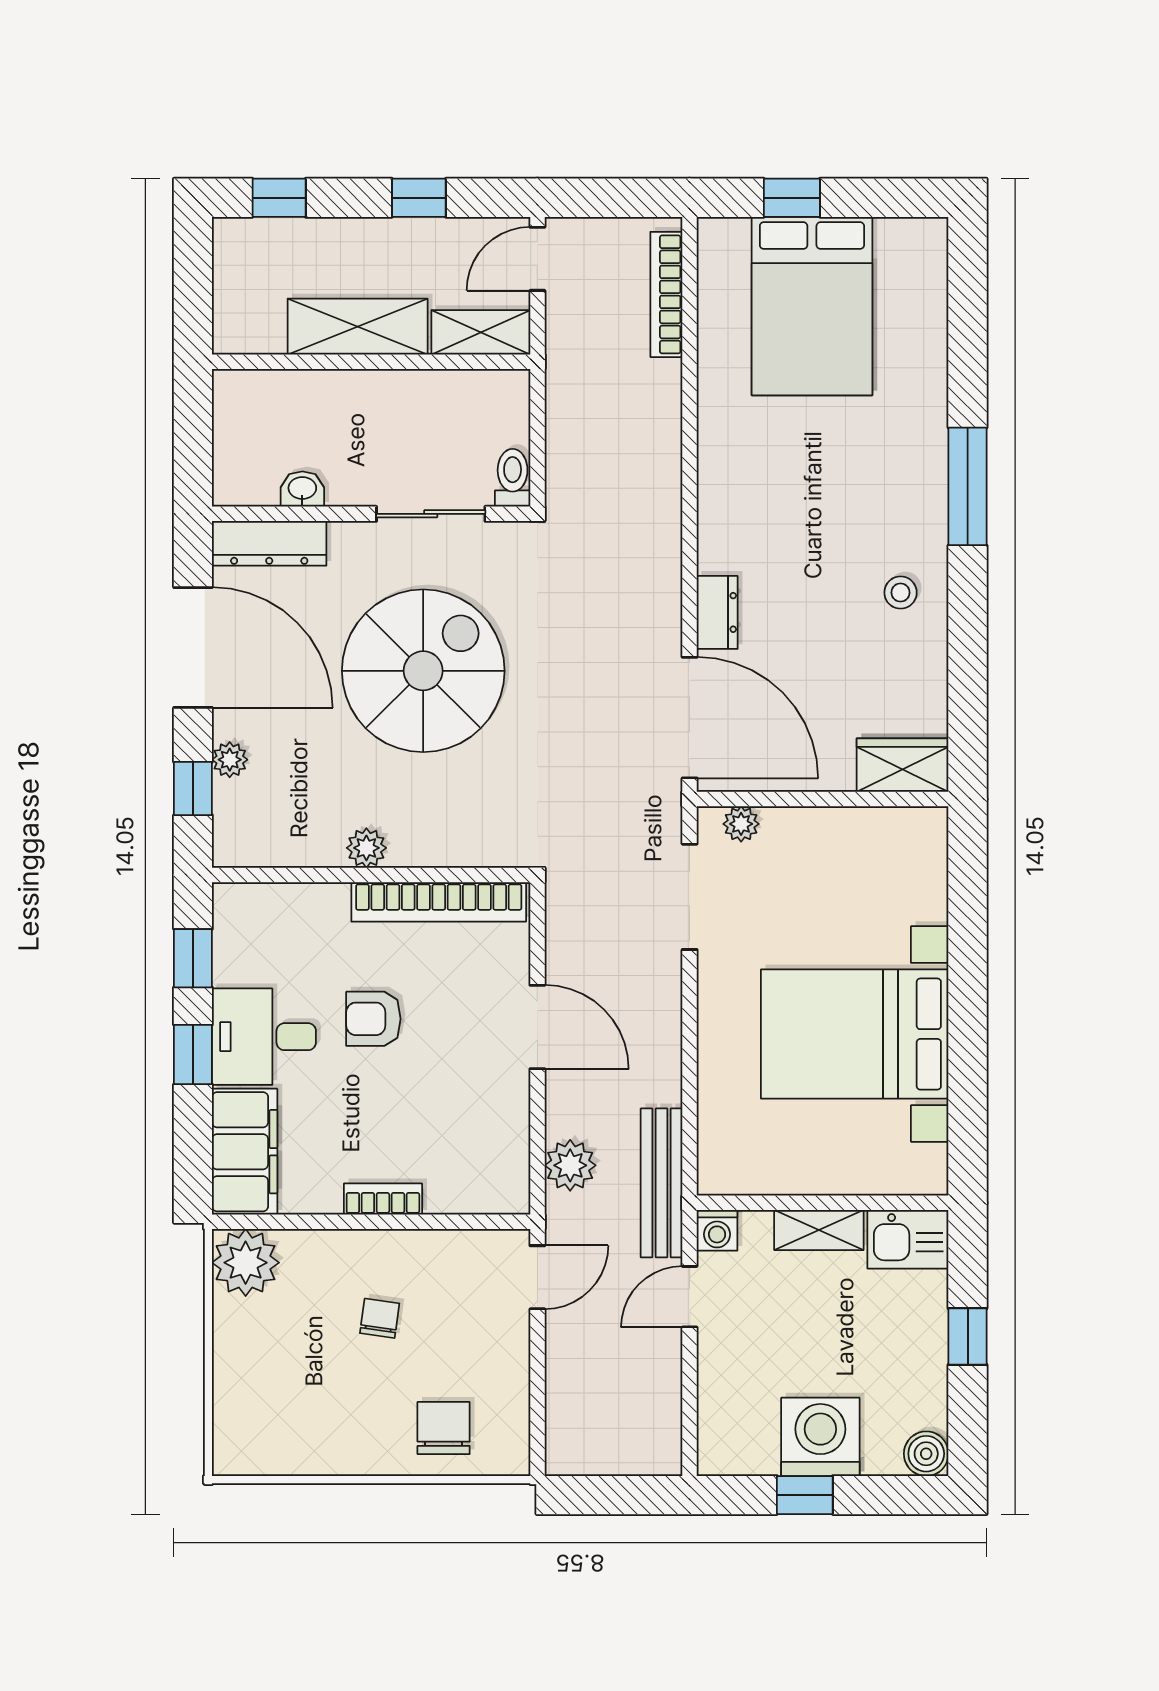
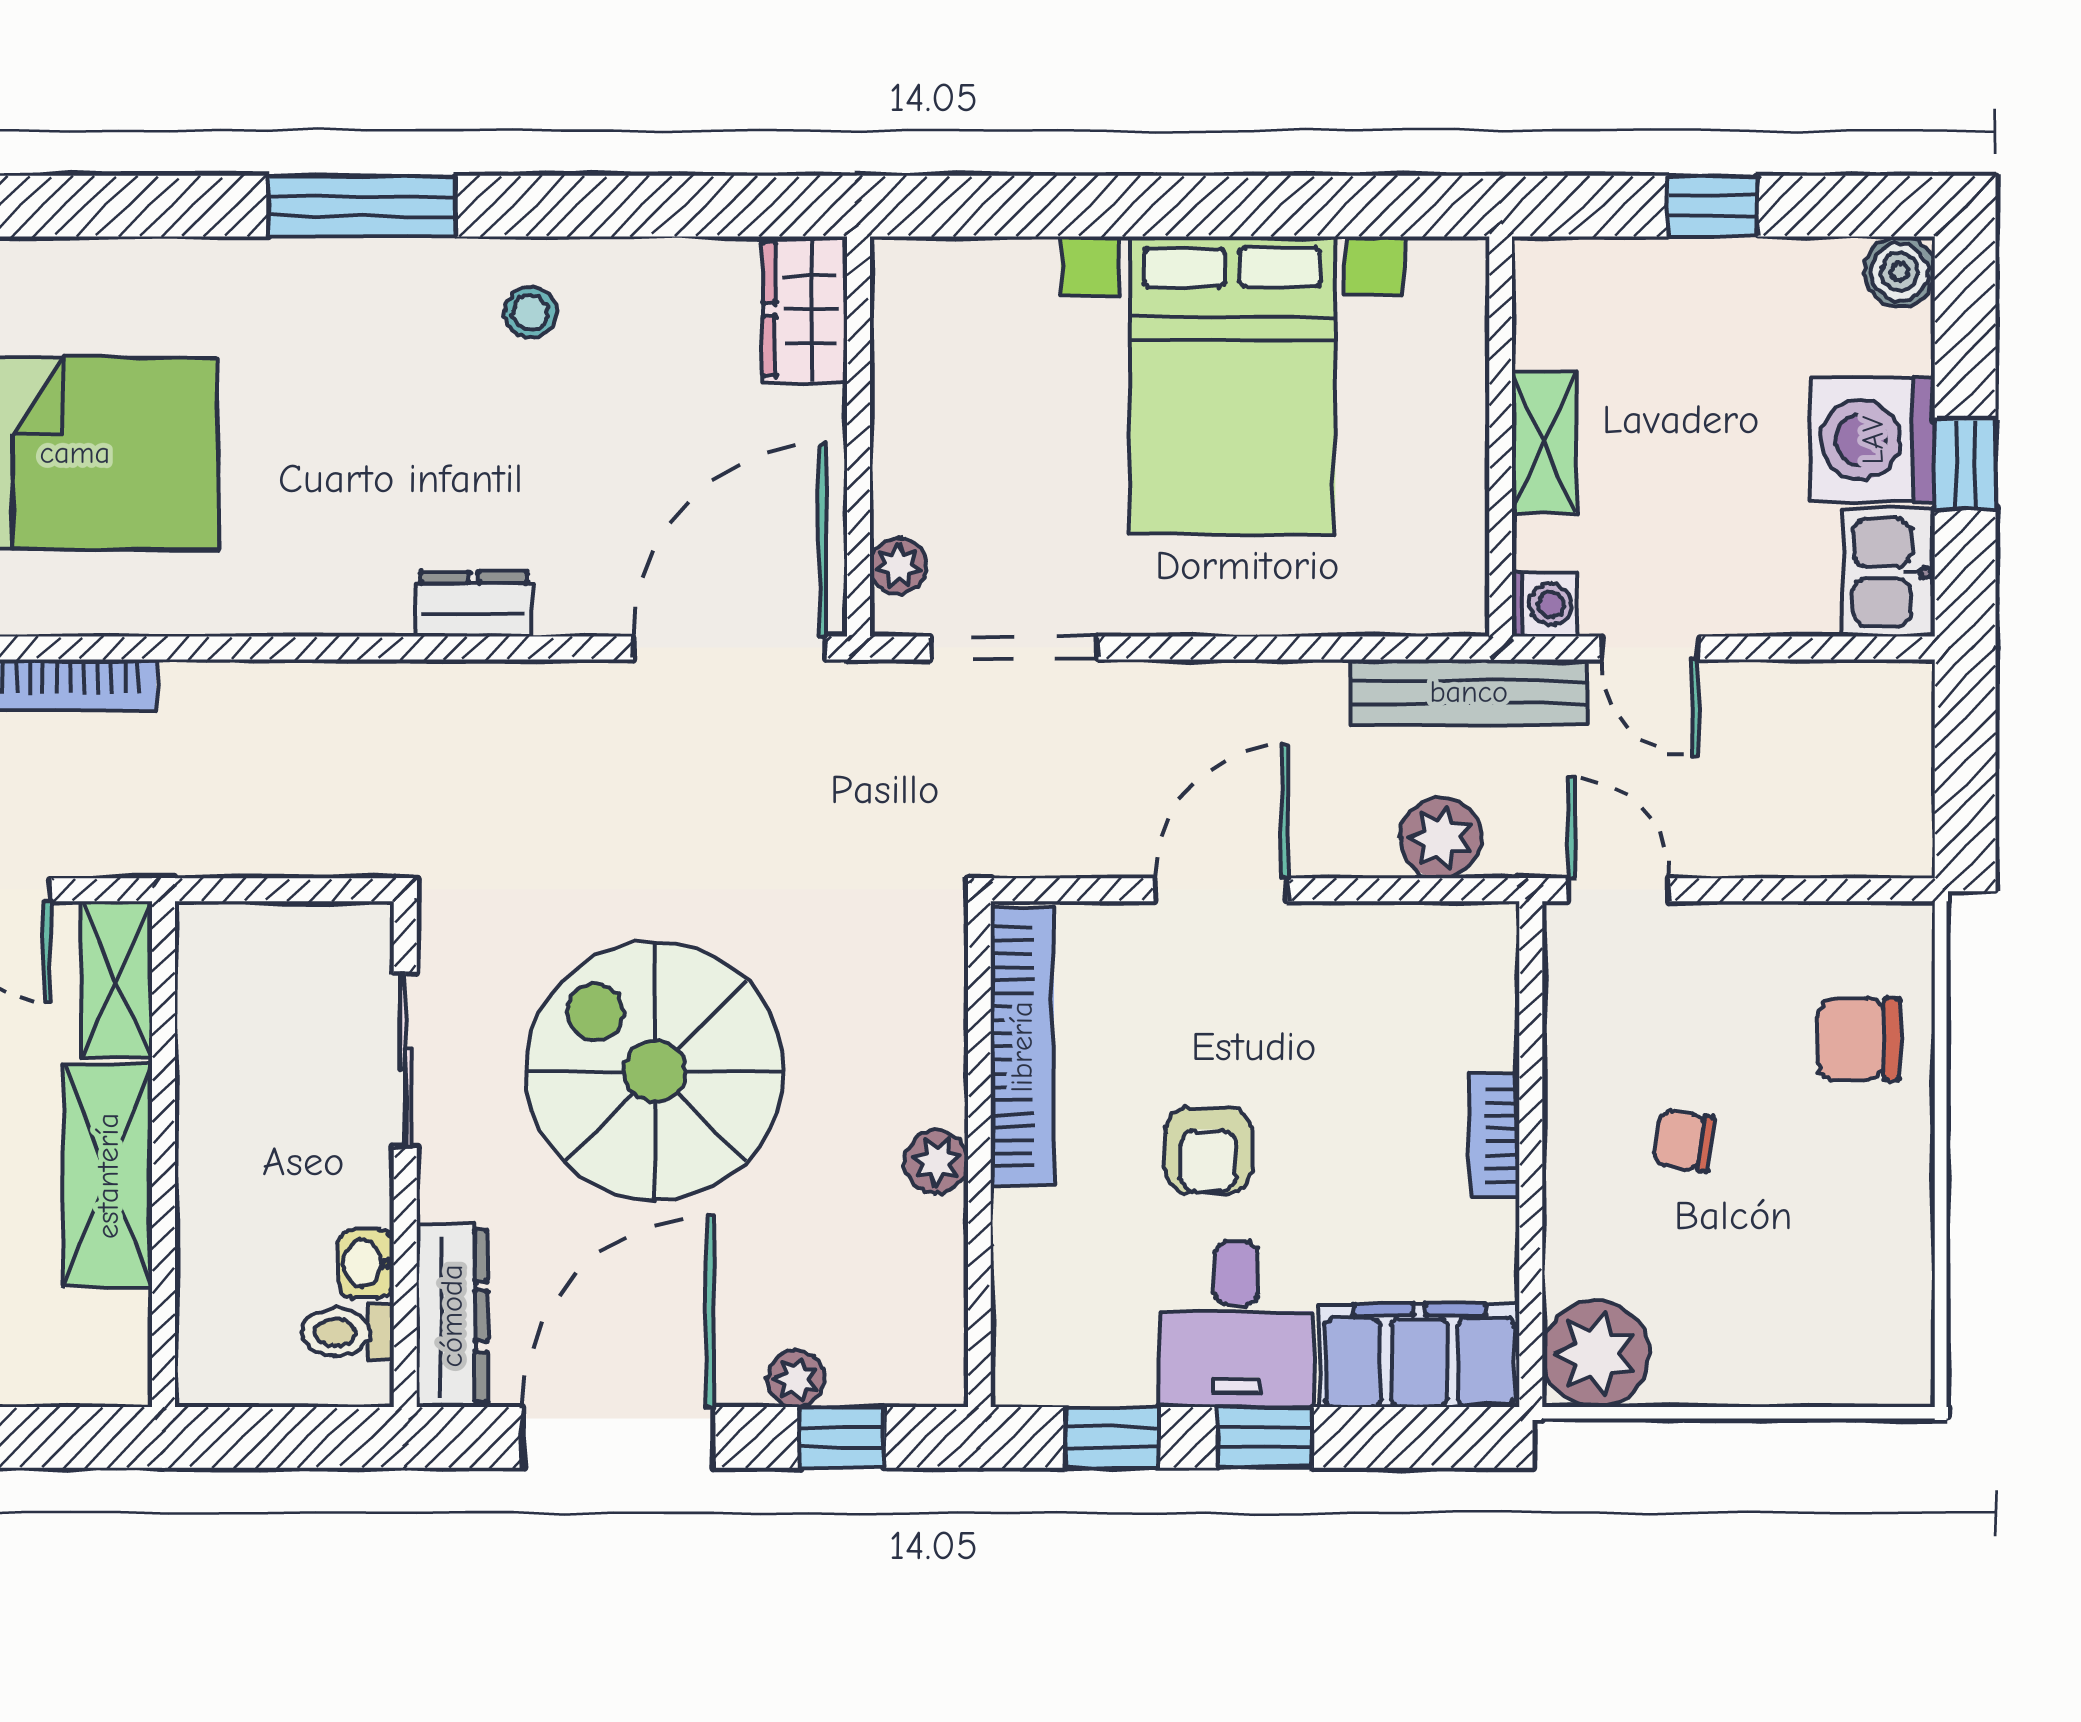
toilet: (513, 478) -> (348, 1332), moved
dresser: (717, 612) -> (474, 604), moved
kitchen sink: (908, 1239) -> (1888, 572), moved, turned 180

